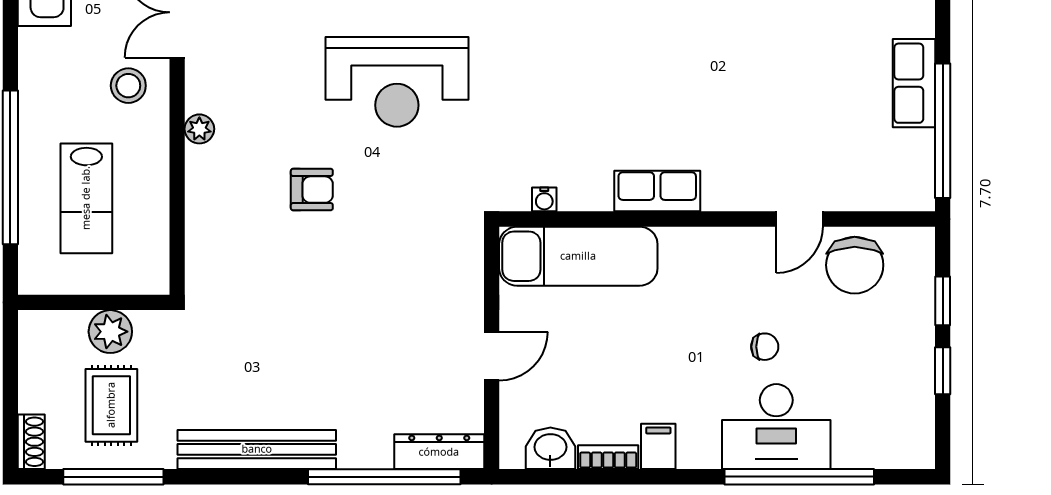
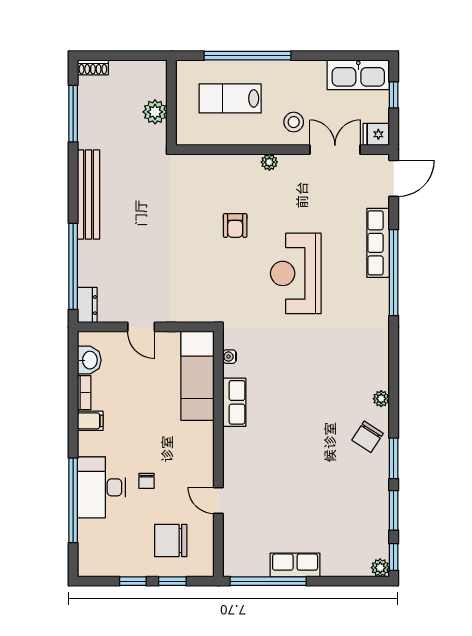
row of seats: (657, 191) -> (234, 402), moved
chair: (855, 265) -> (171, 541), moved
rug: (111, 405) -> (113, 112), removed
dresser: (439, 452) -> (87, 305), width x0.70

